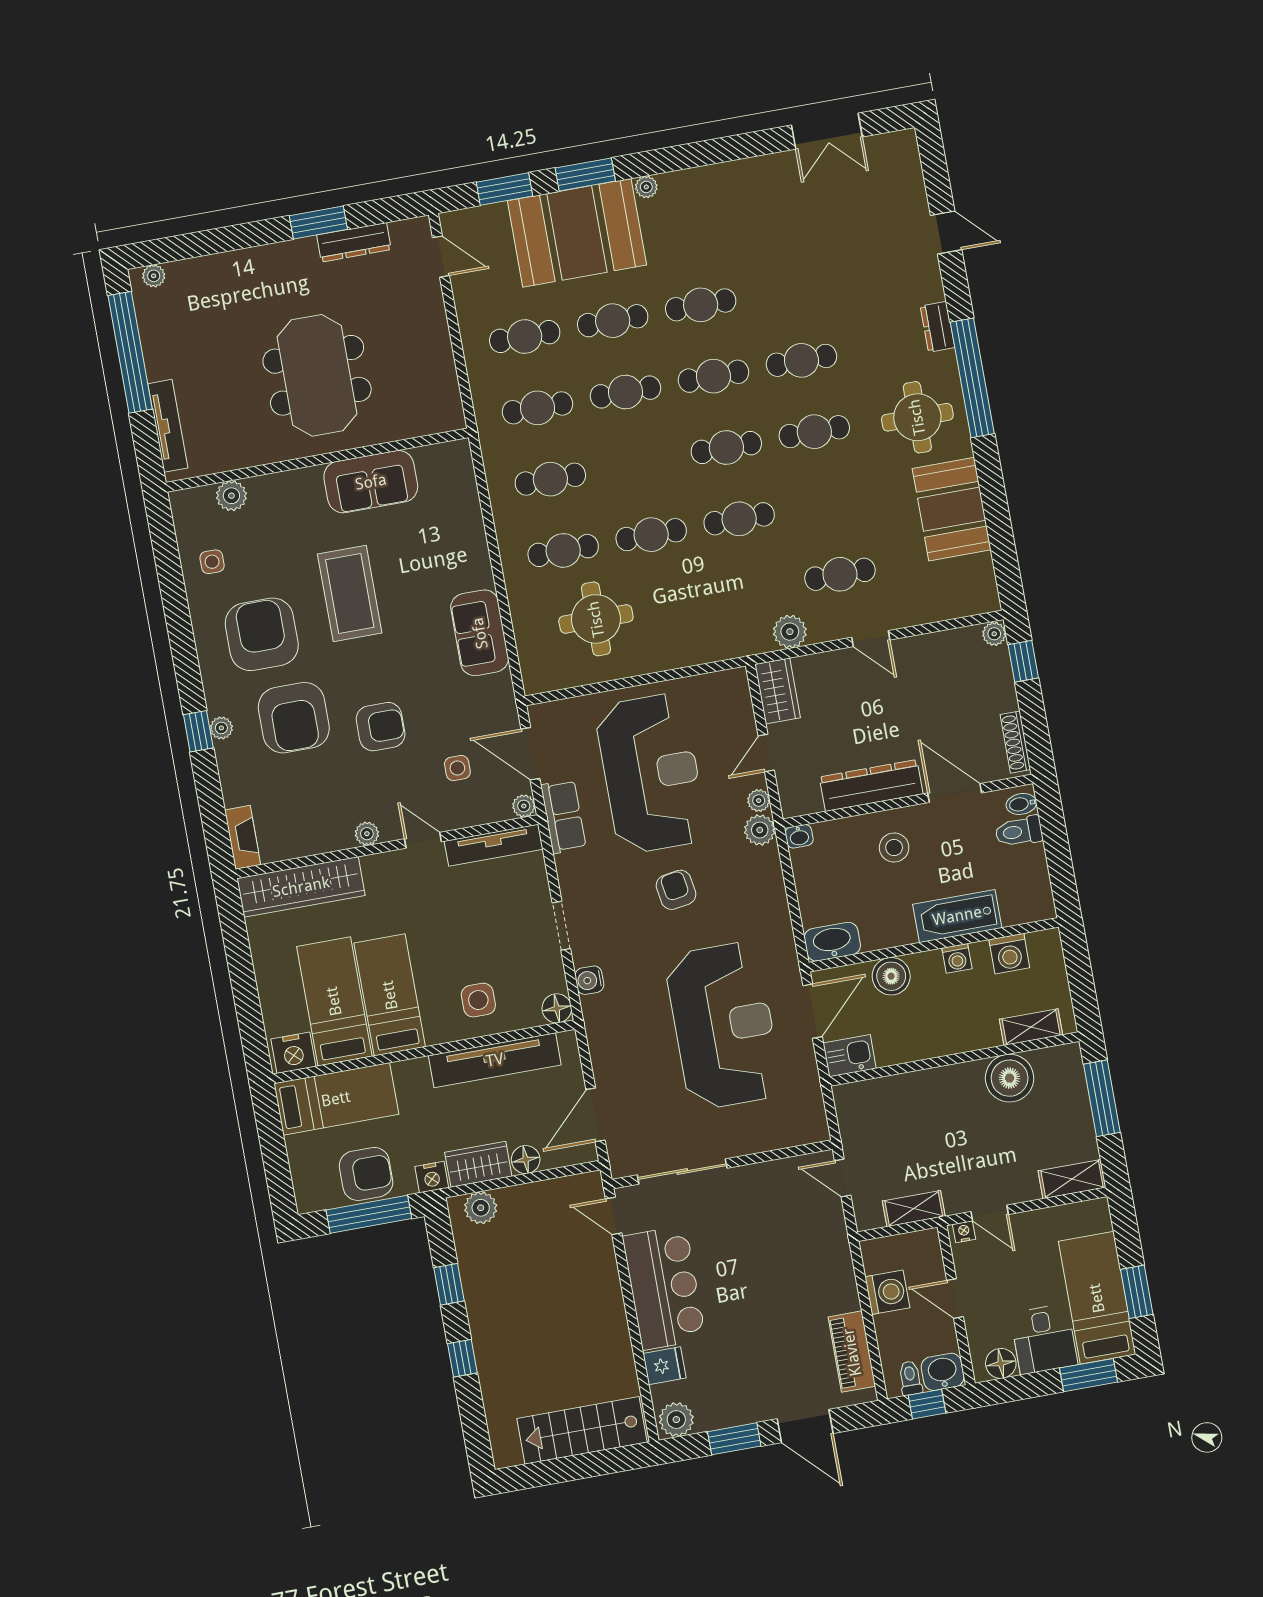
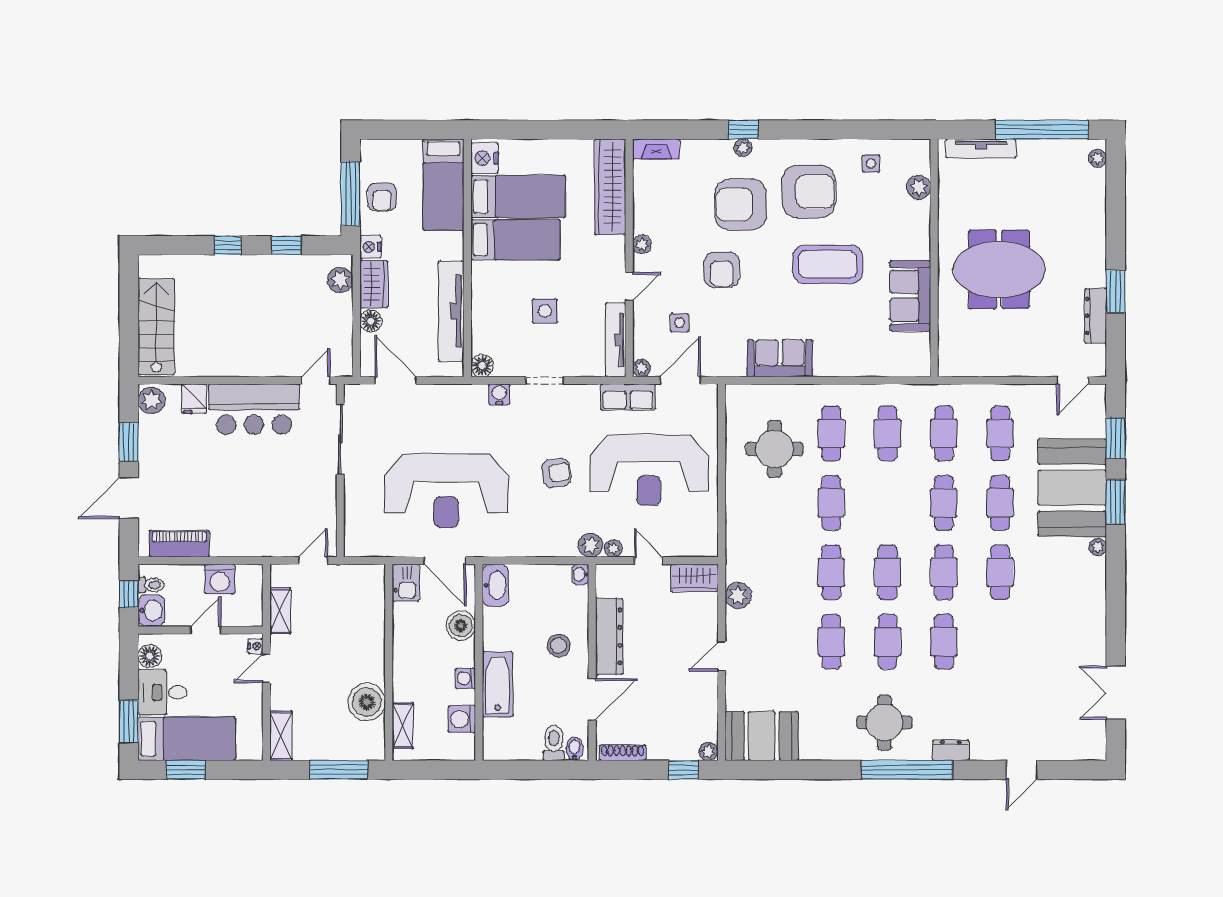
booth: (952, 509) -> (762, 736), moved
cafe table: (840, 574) -> (831, 642), moved
side table: (478, 1000) -> (545, 311), moved
armchair: (366, 1174) -> (382, 197), width x0.72, depth x0.72

